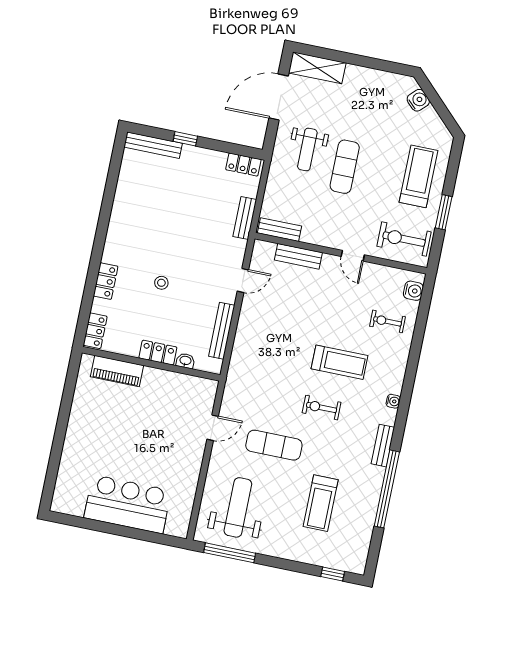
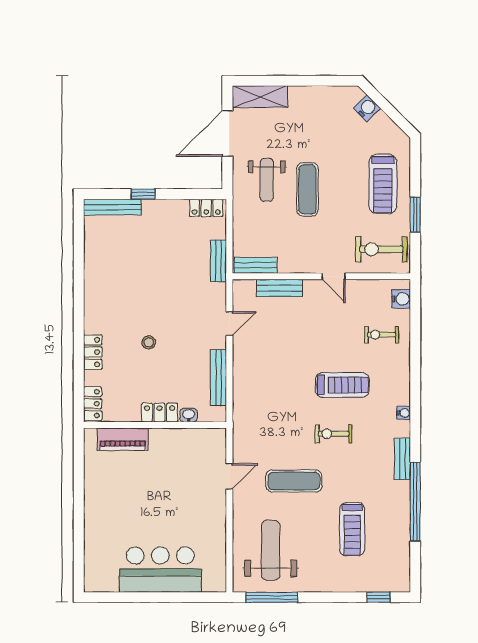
treadmill: (419, 176) -> (383, 184), turned 180

